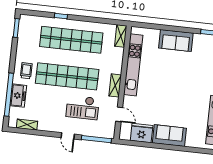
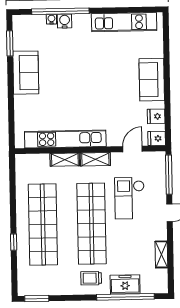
shelving: (121, 36) -> (65, 160), moved
sofa: (176, 40) -> (26, 73), moved
checkout: (83, 107) -> (130, 198), turned 180
shelving: (27, 125) -> (161, 254), moved
fridge: (125, 133) -> (157, 138), added
fridge: (142, 133) -> (156, 116), width x0.53, depth x0.75

